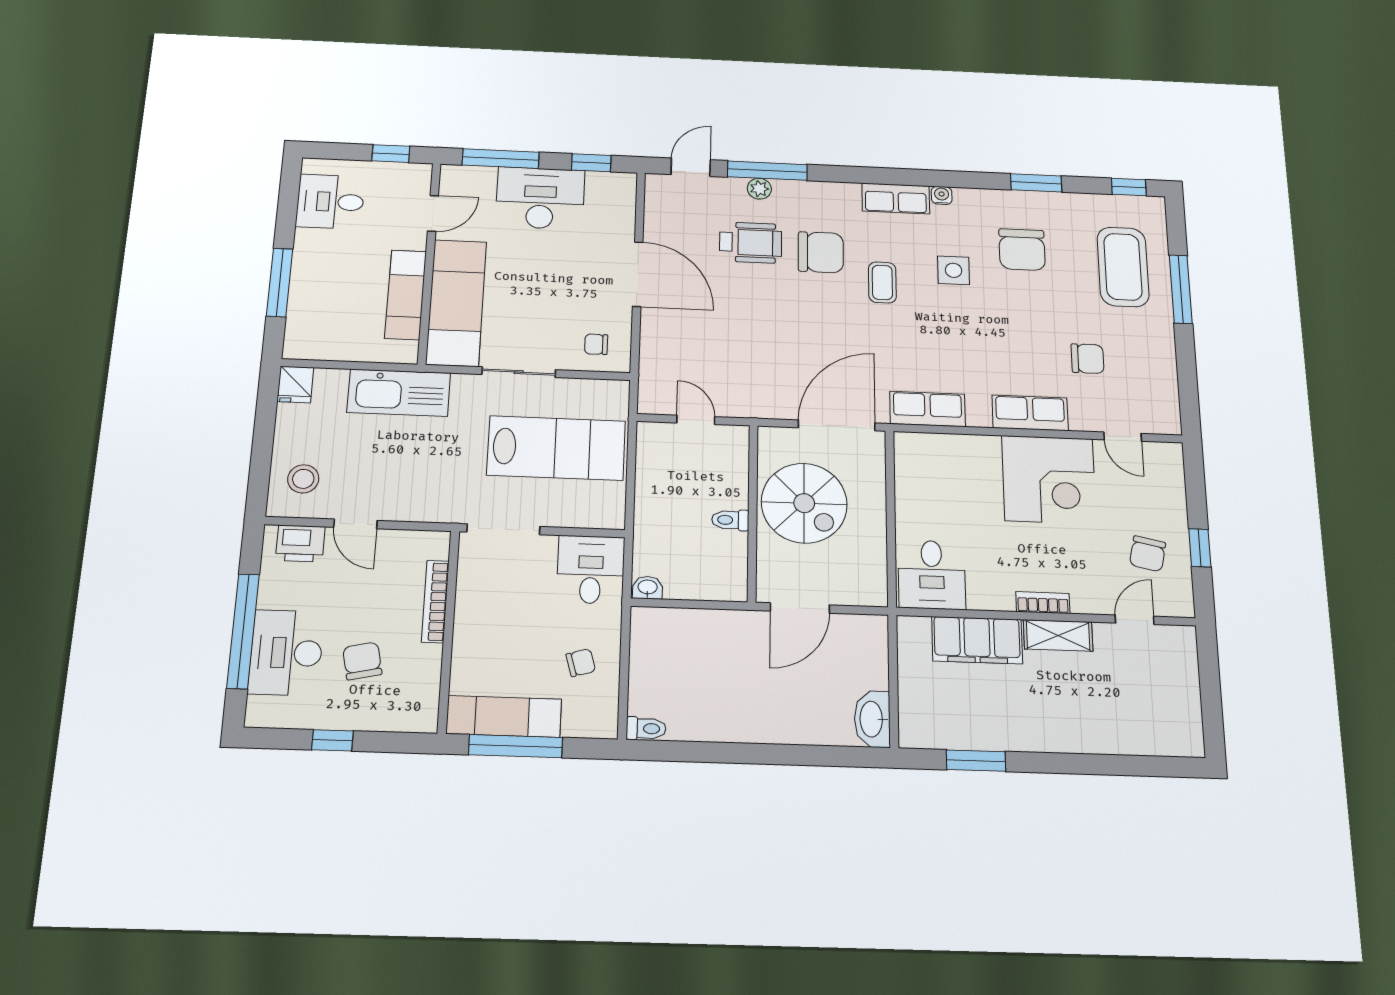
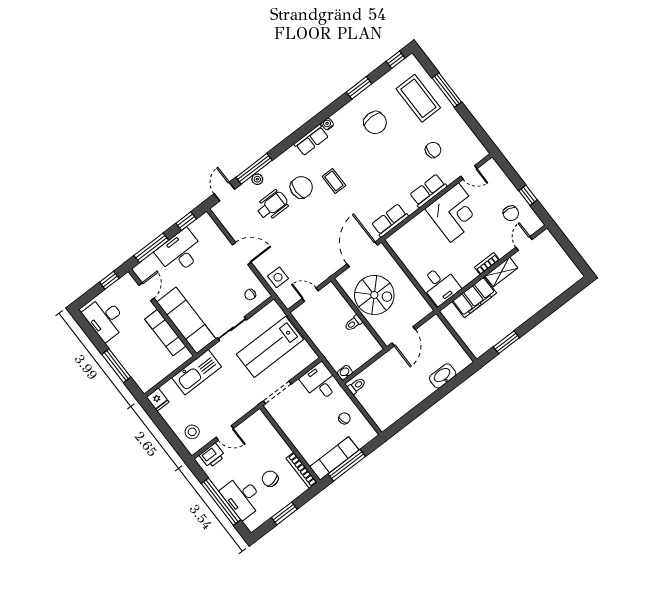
desk: (330, 202) -> (105, 319), width x1.37
side table: (954, 270) -> (278, 277), moved
door: (638, 274) -> (242, 253), width x0.73
lab bench: (556, 448) -> (270, 347), turned 180
bookcase: (435, 601) -> (302, 470), moved
washbasin: (872, 719) -> (443, 376), moved, turned 90
toilet: (646, 729) -> (357, 386), moved
window: (332, 740) -> (284, 513), width x1.50

